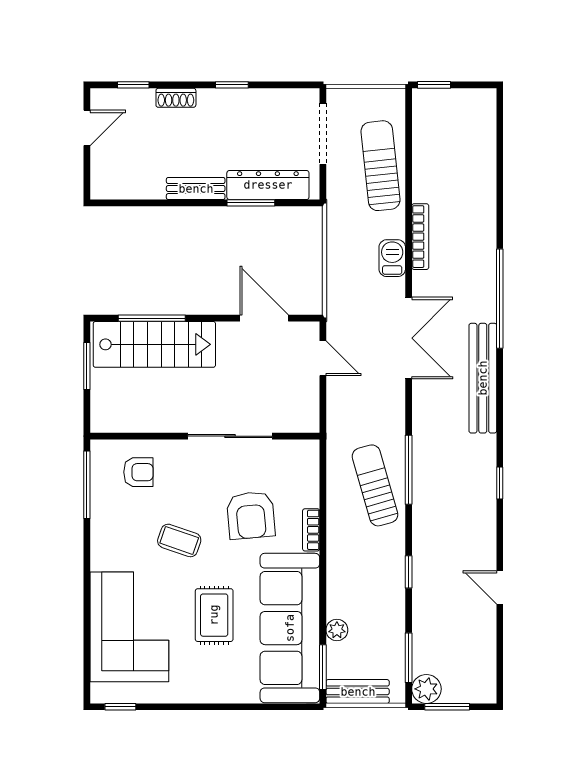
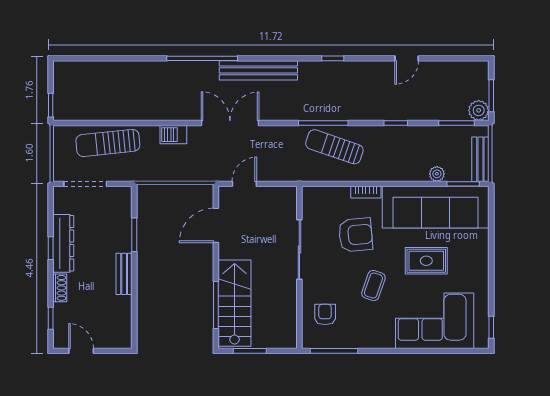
dresser: (268, 185) -> (63, 243), moved, turned 180
bookcase: (420, 237) -> (158, 115), removed
sun lounger: (375, 485) -> (334, 147), turned 35

